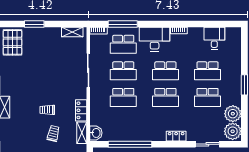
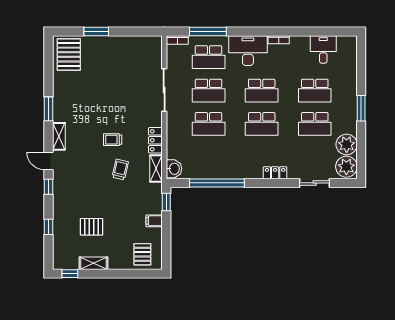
shelving: (72, 32) -> (144, 41), removed

